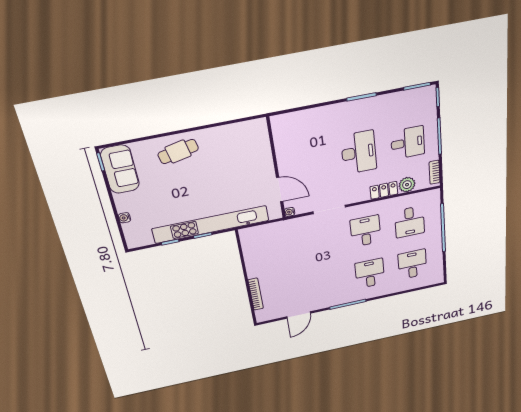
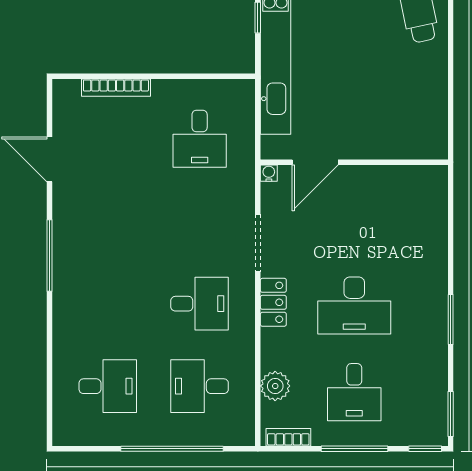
locker: (384, 190) -> (273, 302), moved
desk: (370, 273) -> (200, 139), moved, turned 90

